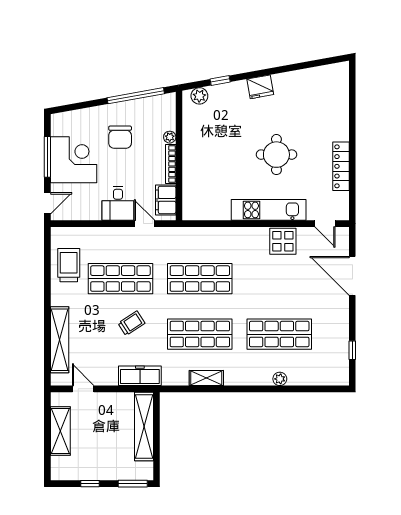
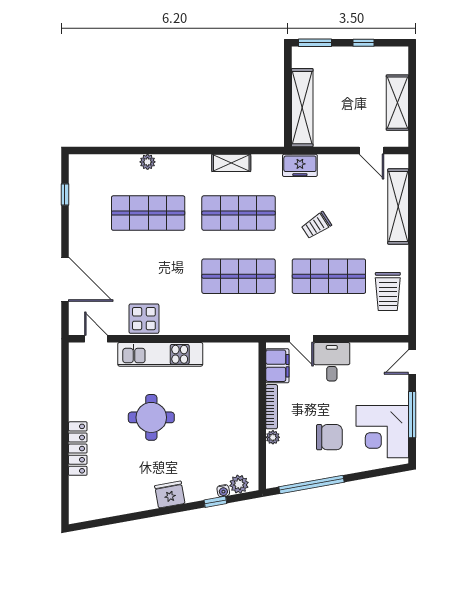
water cooler: (213, 90) -> (223, 491), added
chair: (120, 137) -> (329, 437), turned 90
corner desk: (74, 160) -> (382, 432), moved
locker: (341, 166) -> (78, 449), moved
freezer: (140, 376) -> (300, 165), width x0.71

